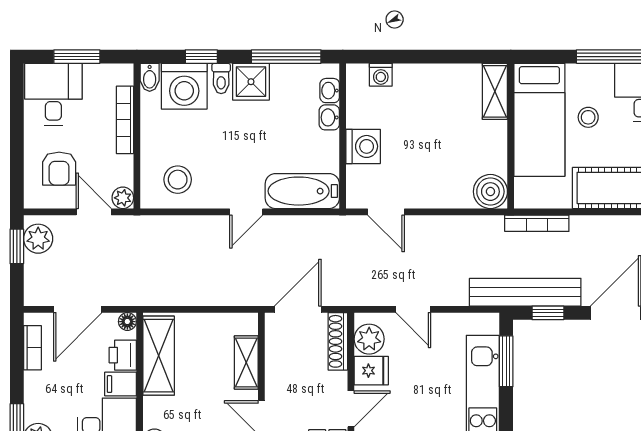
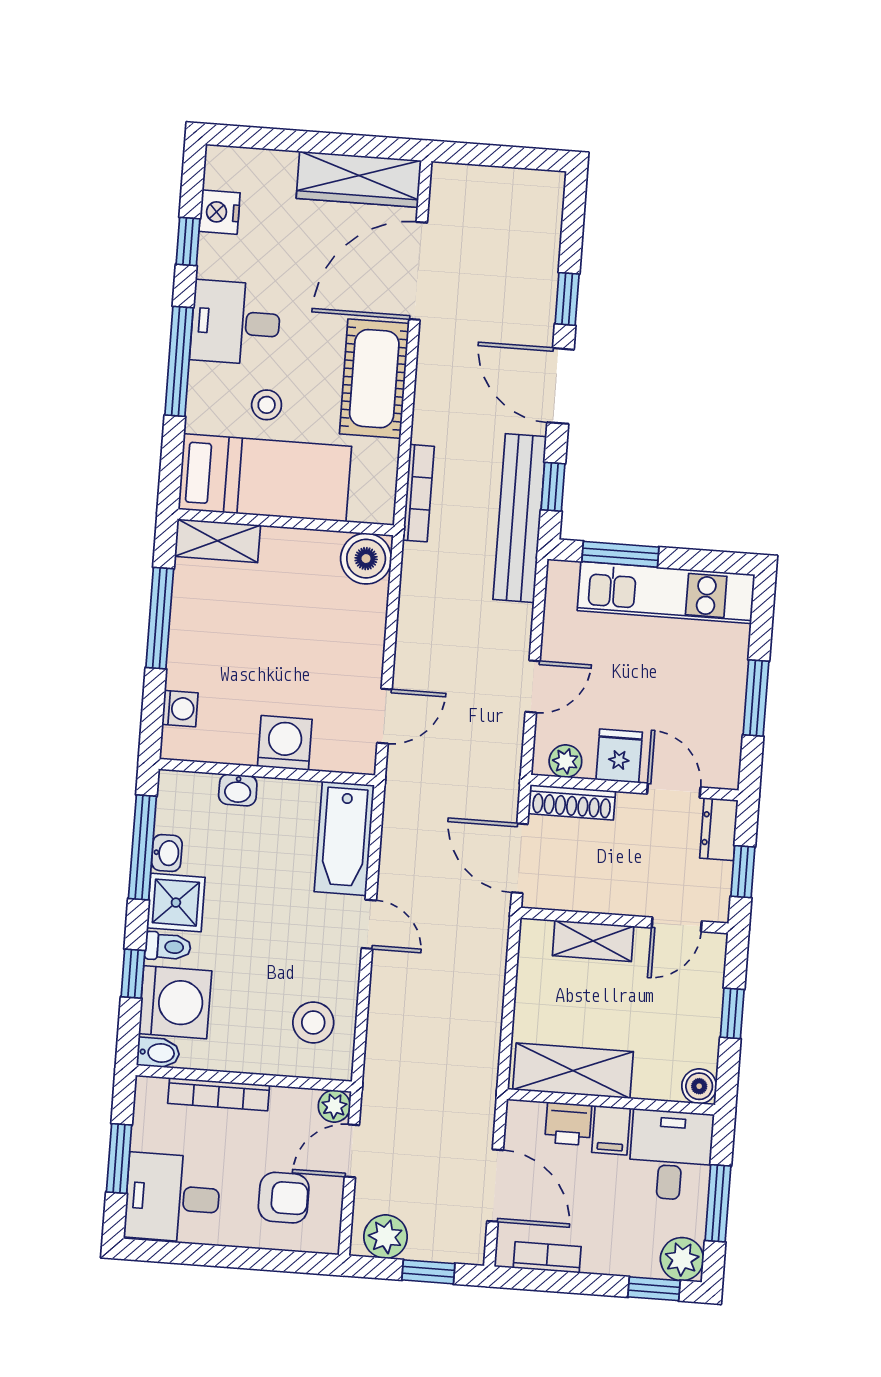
window: (440, 57) -> (160, 618), added
washbasin: (330, 91) -> (167, 853), moved, turned -90
window: (17, 246) -> (428, 1272), moved
floor lamp: (127, 322) -> (519, 1113), removed
plant: (369, 339) -> (565, 761), width x0.73, depth x0.73

